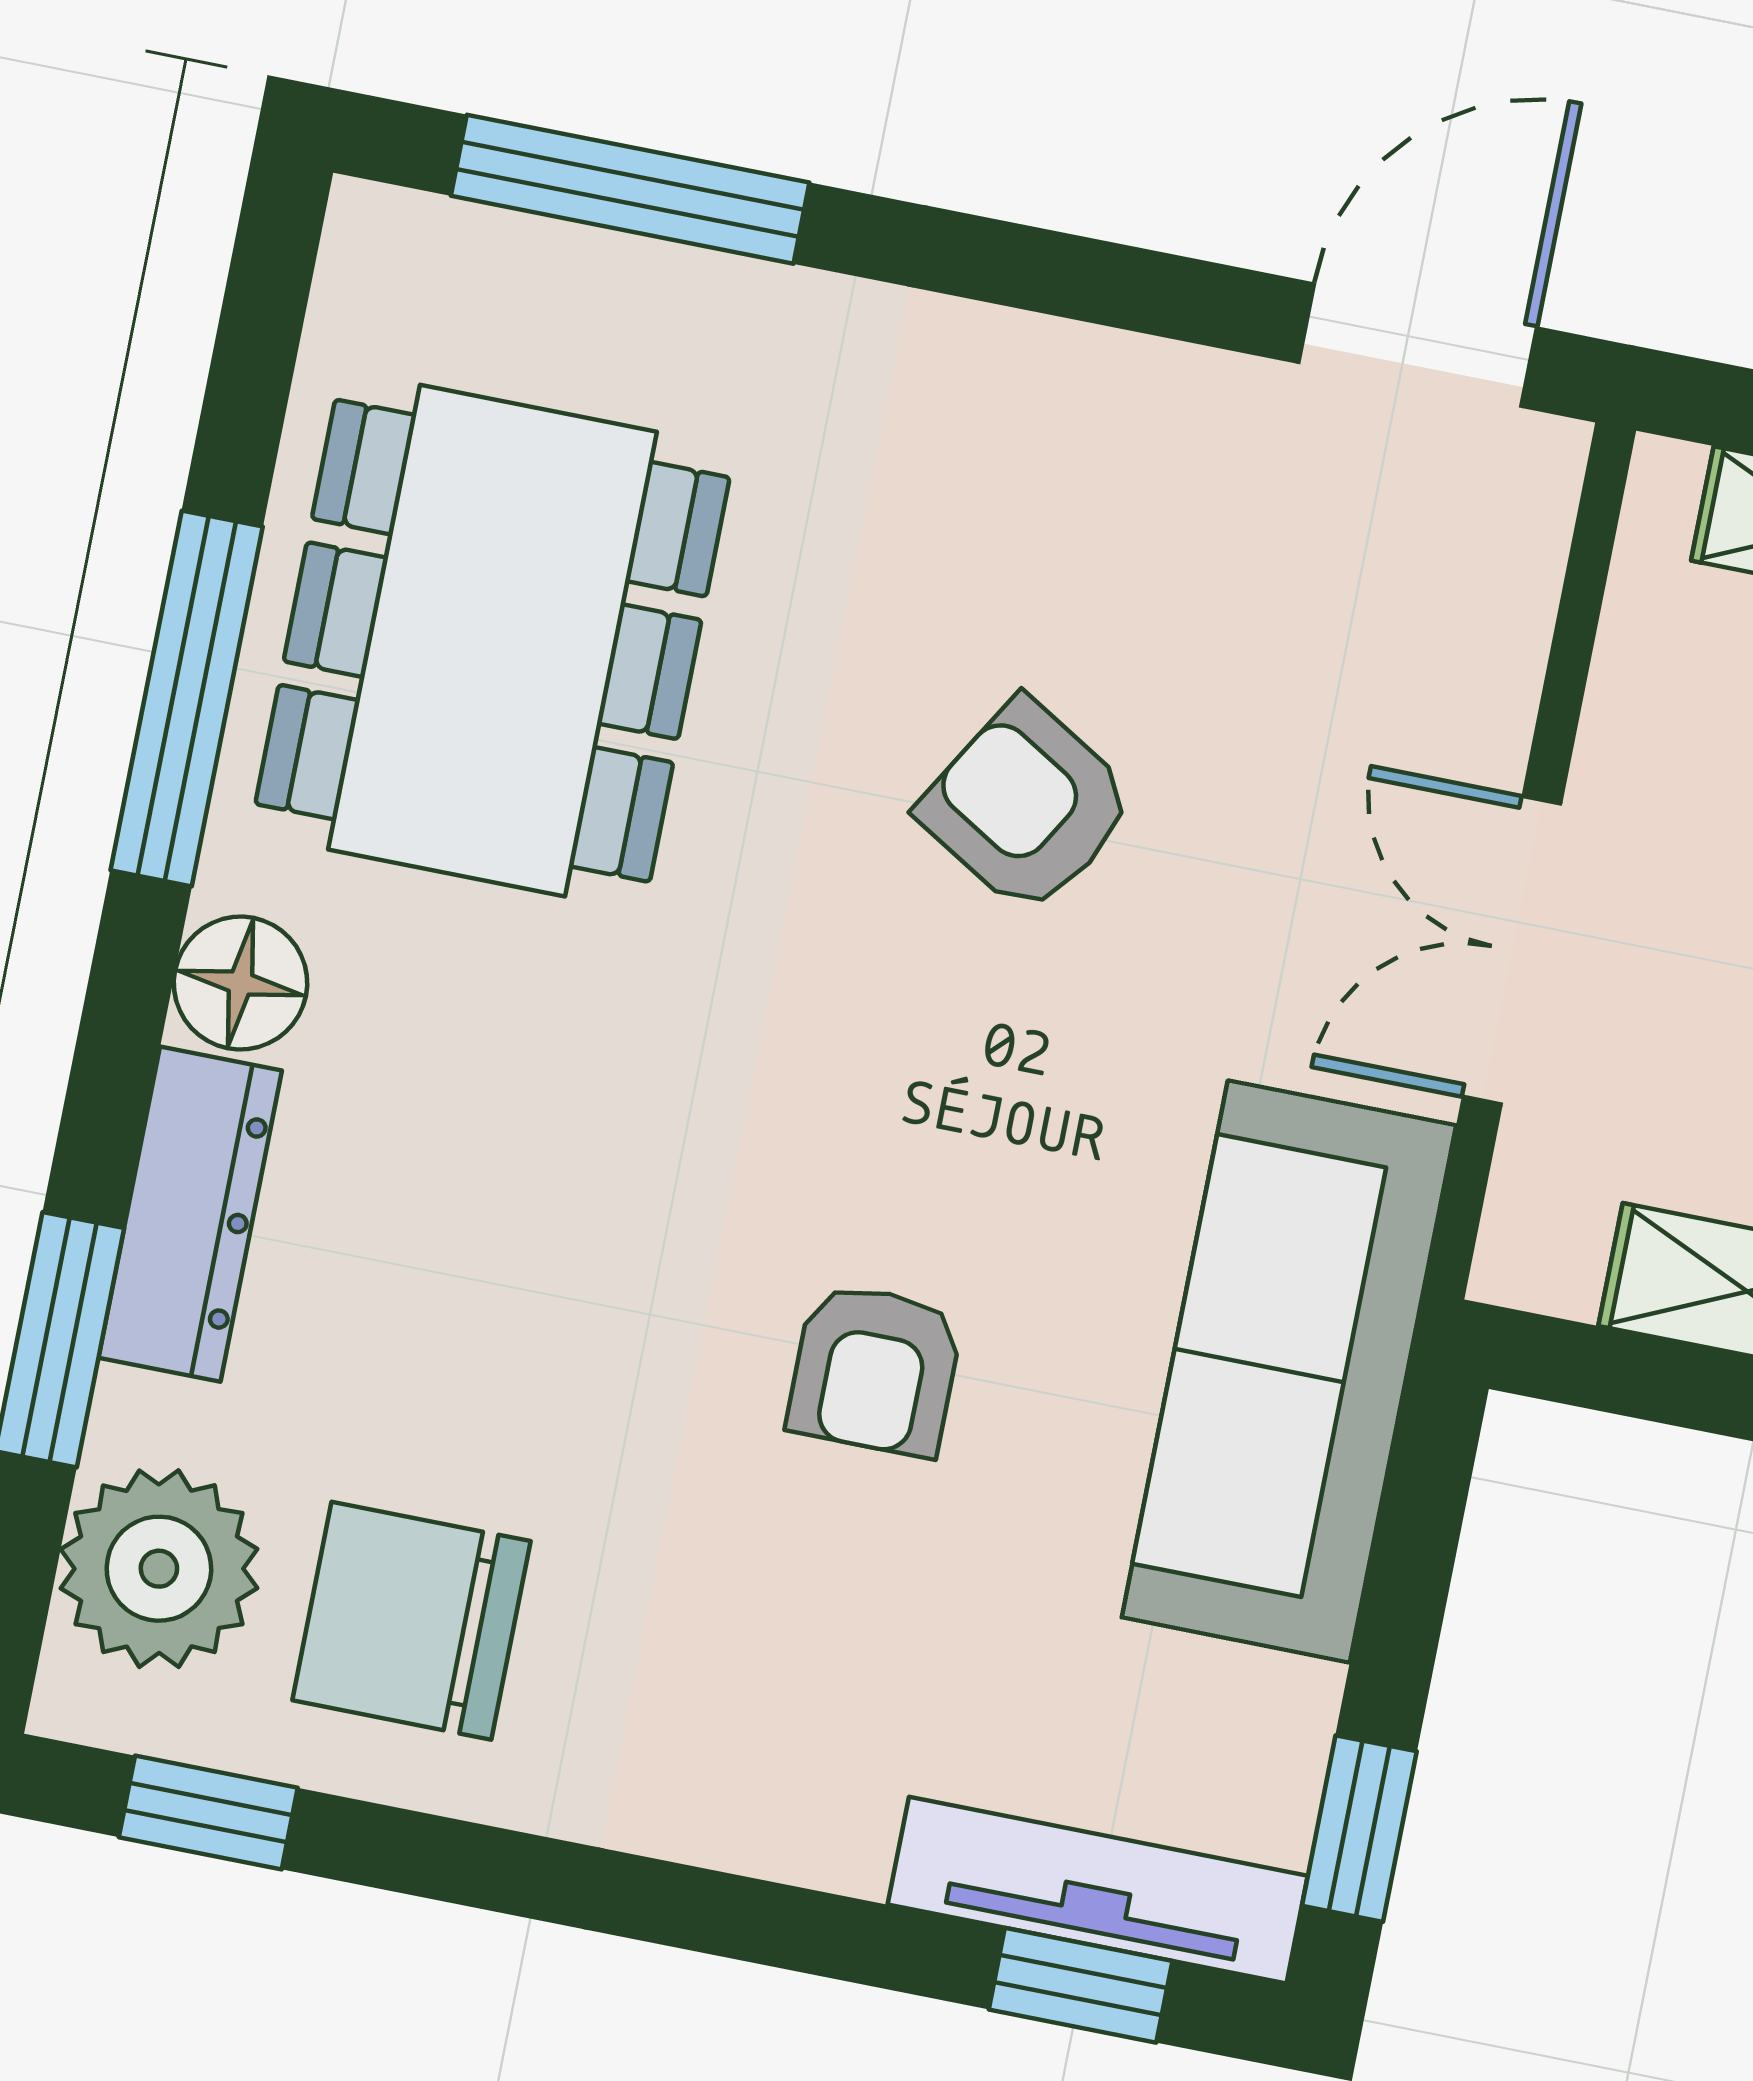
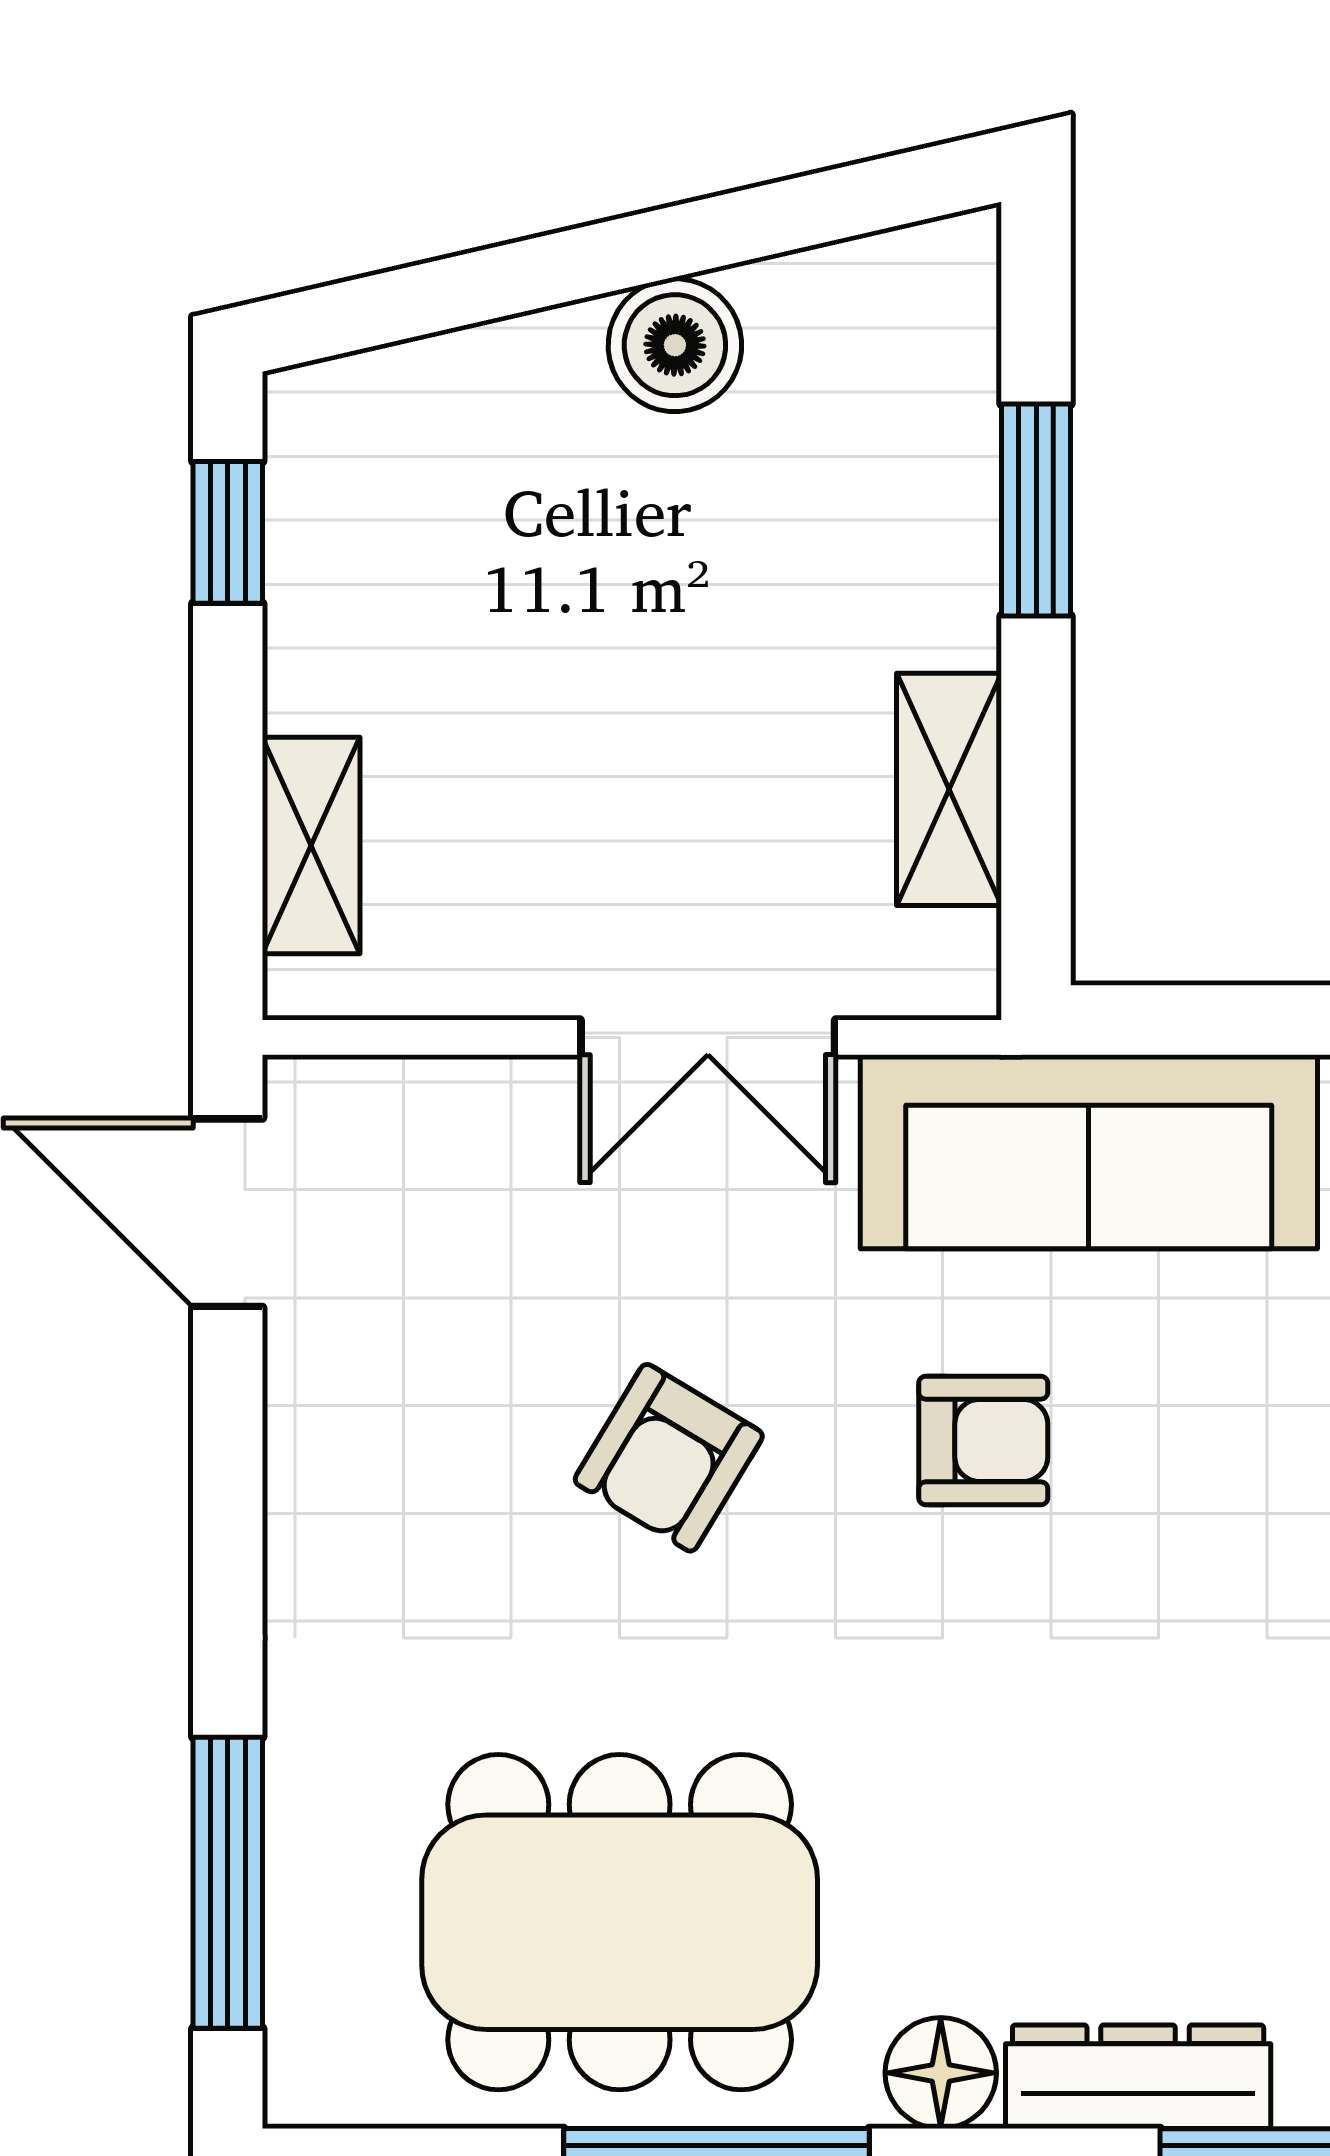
armchair: (875, 1370) -> (983, 1440), moved

